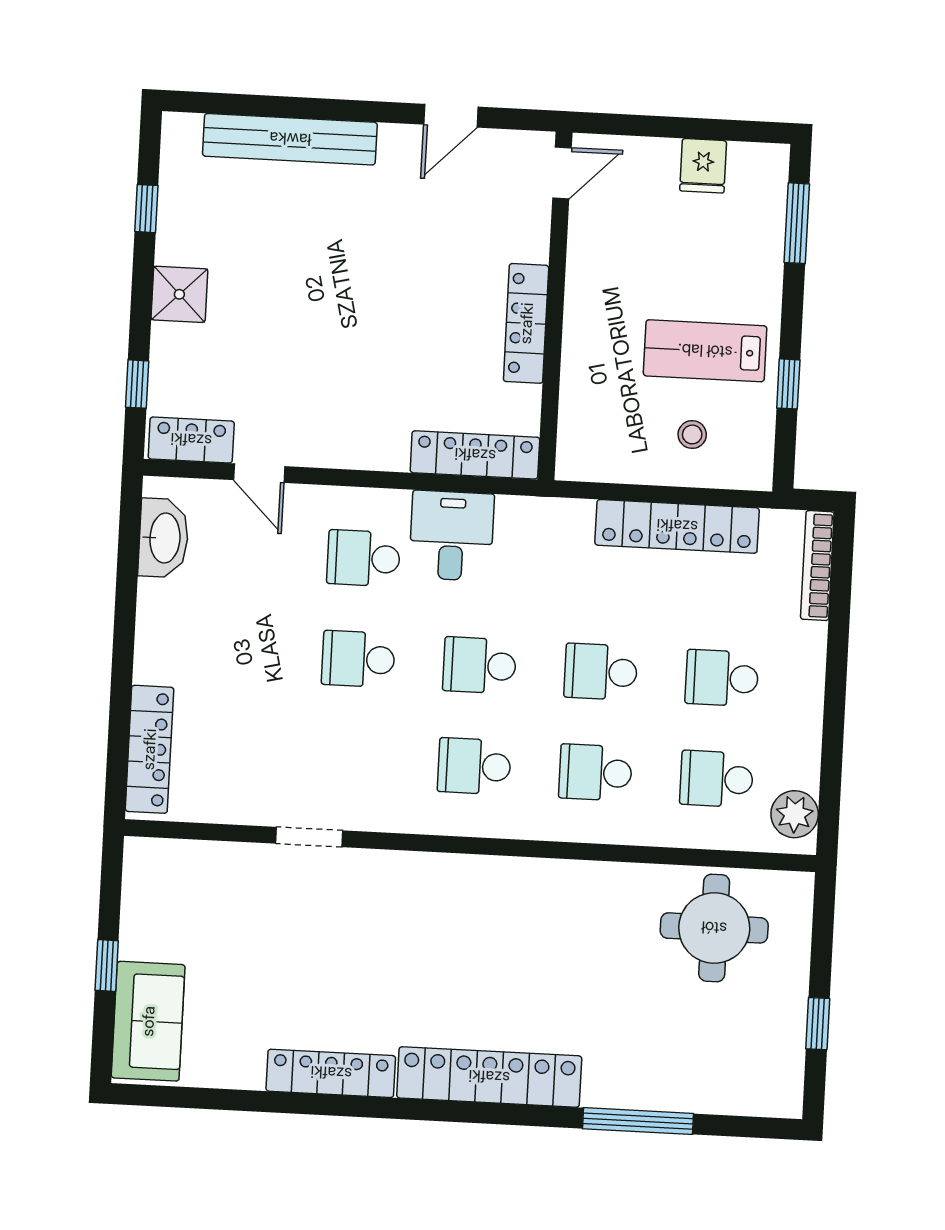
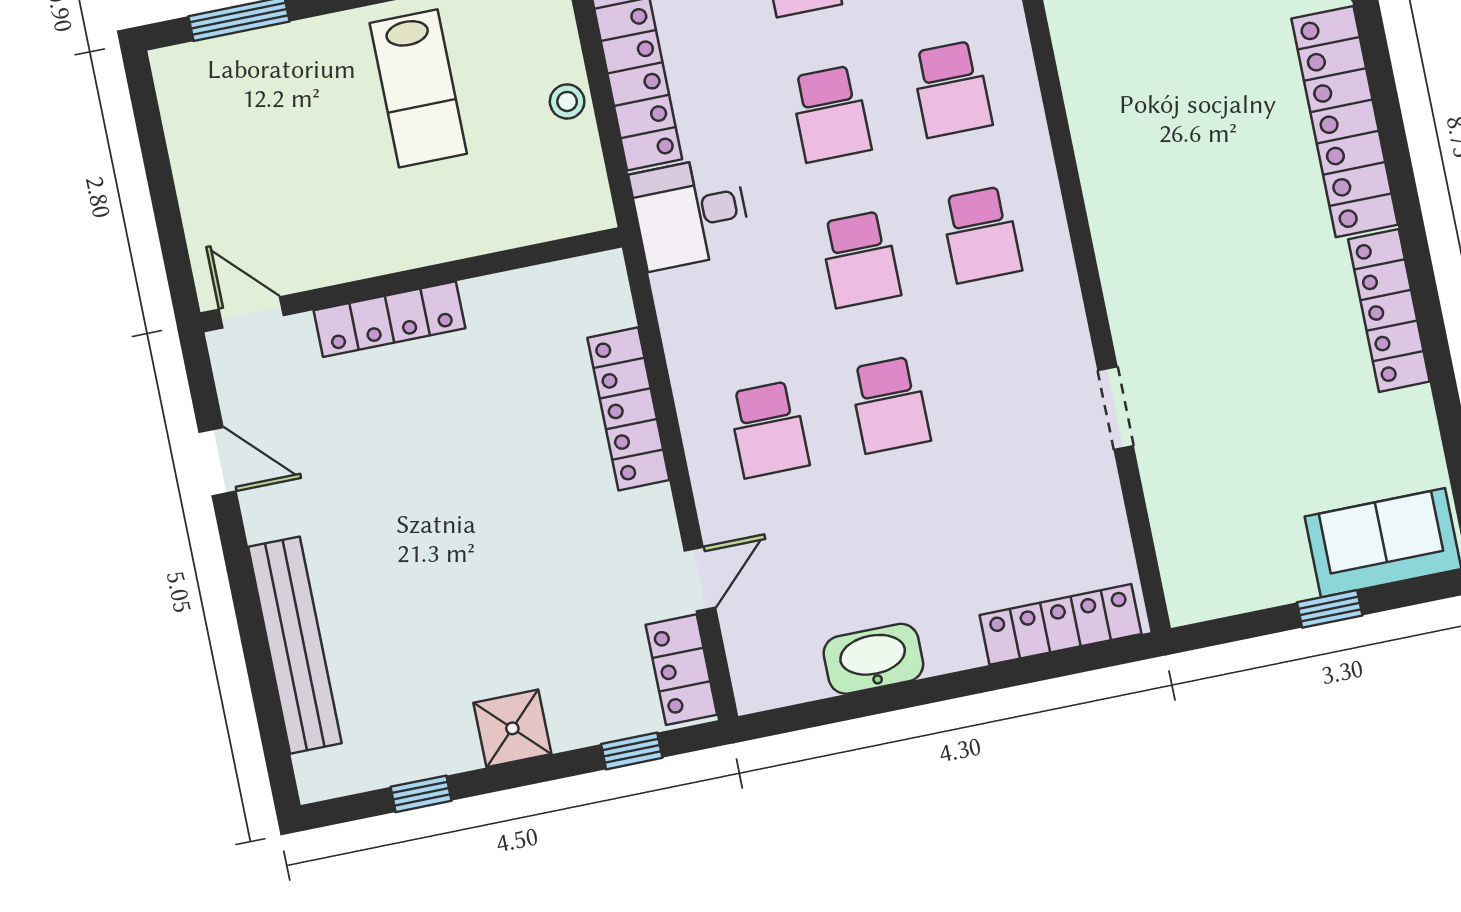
fridge: (703, 166) -> (200, 147), removed
locker: (526, 323) -> (389, 319), moved
stool: (692, 434) -> (567, 101), moved
locker: (475, 455) -> (628, 409), moved
desk: (452, 536) -> (691, 213), moved
washbasin: (164, 538) -> (873, 659), moved

